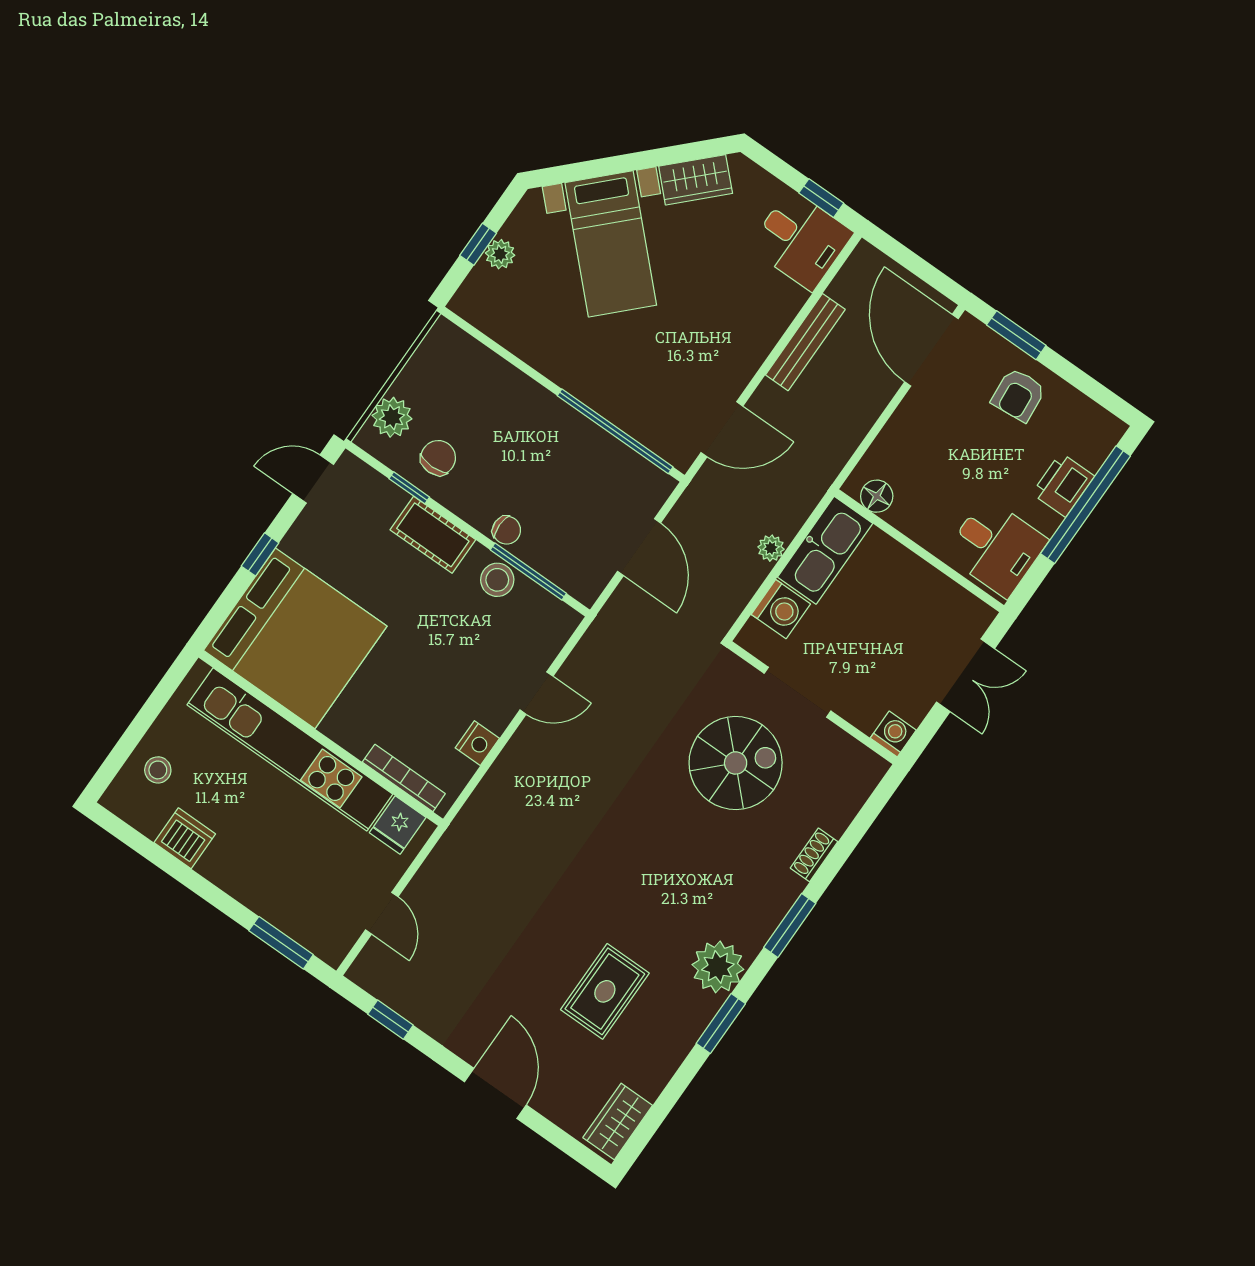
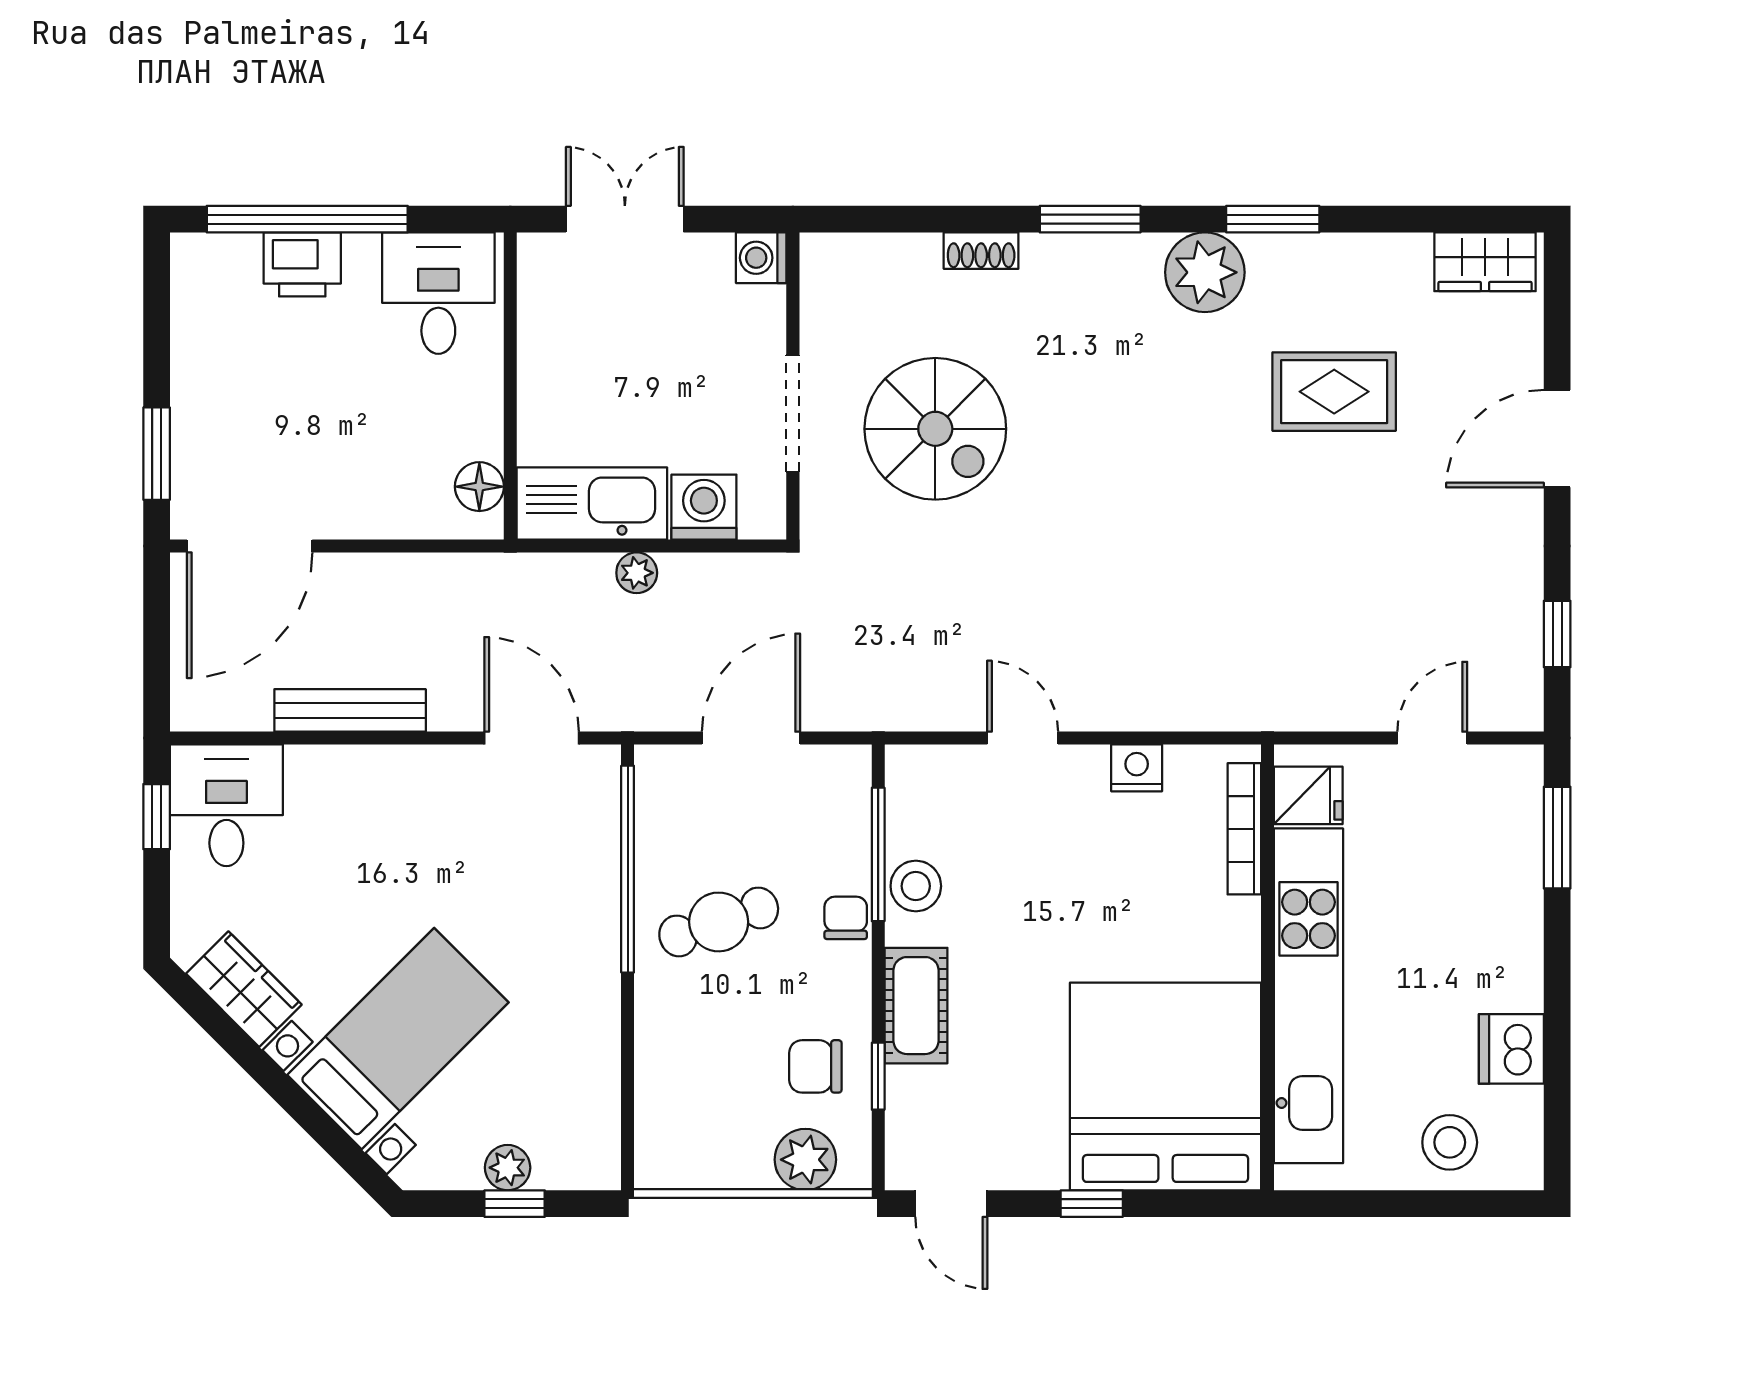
armchair: (1018, 395) -> (229, 399), removed
cafe table: (552, 460) -> (719, 922), added
spiral stairs: (736, 763) -> (935, 429), turned 180
stool: (158, 770) -> (1450, 1142), width x1.37, depth x1.37

